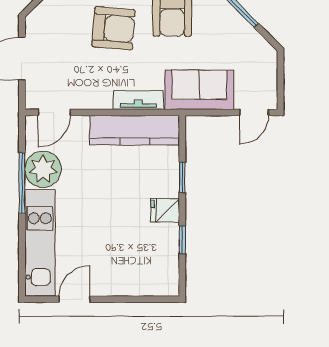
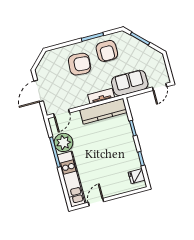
fridge: (165, 210) -> (137, 176), moved

